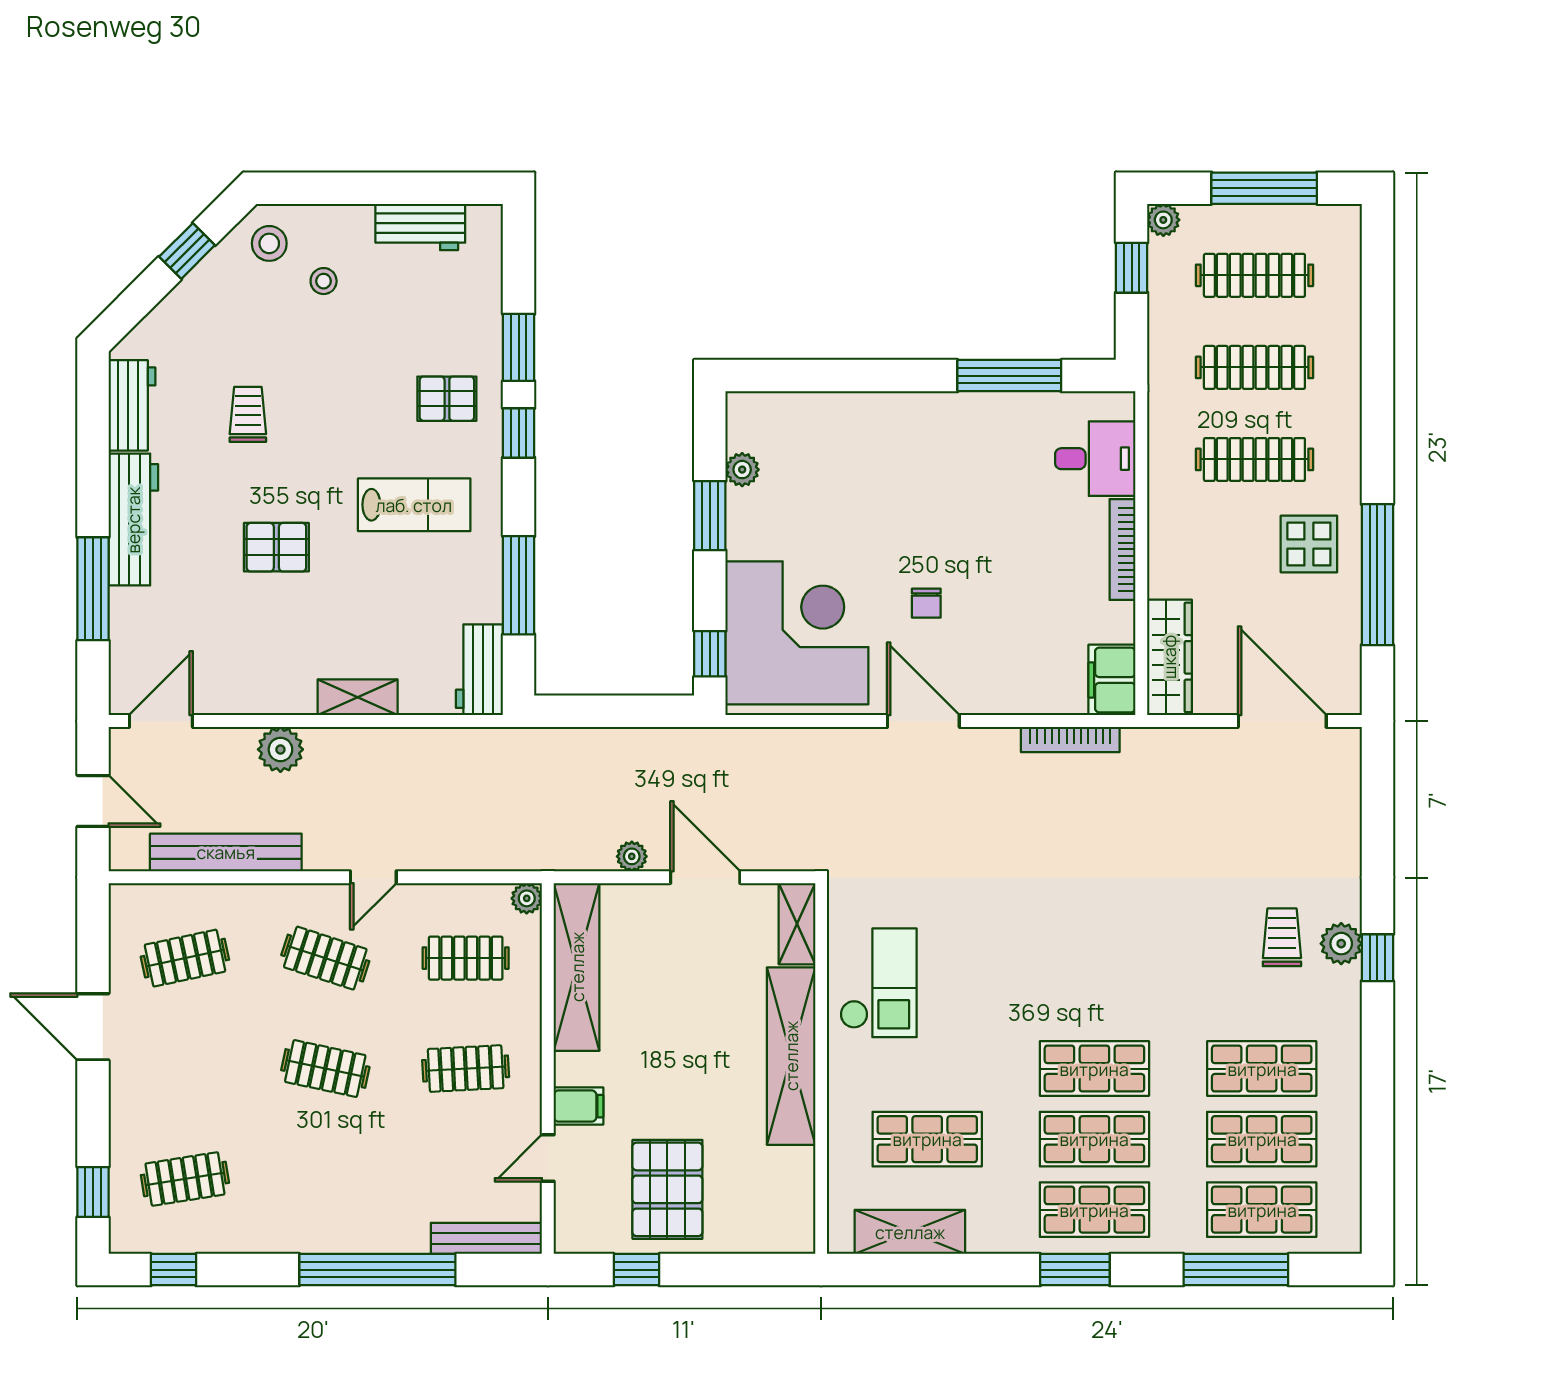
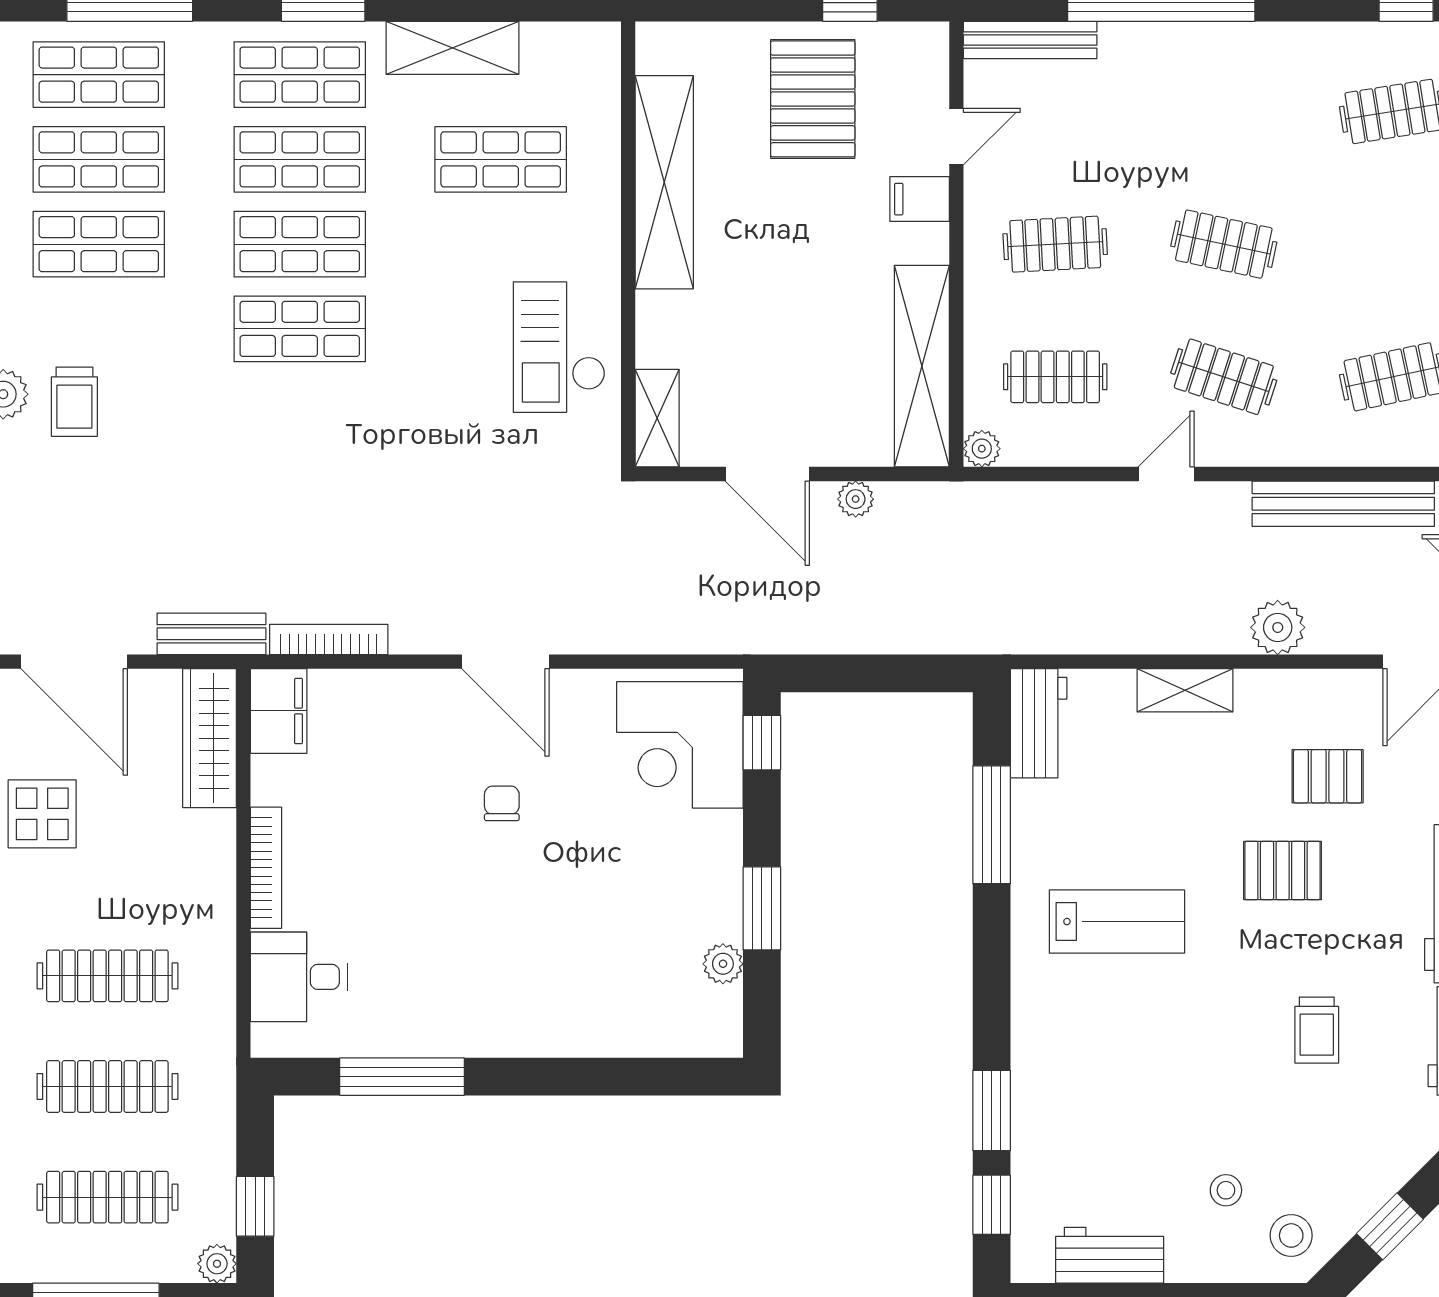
pallet: (447, 399) -> (1328, 776), moved
window: (519, 433) -> (992, 1205), moved
lab bench: (414, 505) -> (1117, 922), turned 180
display table: (1309, 544) -> (42, 814), moved
corner desk: (797, 633) -> (680, 745), width x0.74, depth x0.74
bench: (1168, 744) -> (211, 634), added
shop shelf: (1094, 998) -> (300, 329), added
shelving: (791, 1056) -> (664, 182), moved
shelving: (910, 1232) -> (452, 48), moved

